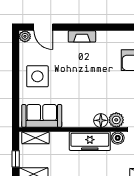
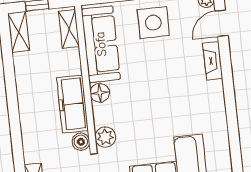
fireplace: (82, 36) -> (213, 61), moved
sofa: (42, 116) -> (101, 44), width x1.36
floor lamp: (101, 120) -> (100, 93), moved

